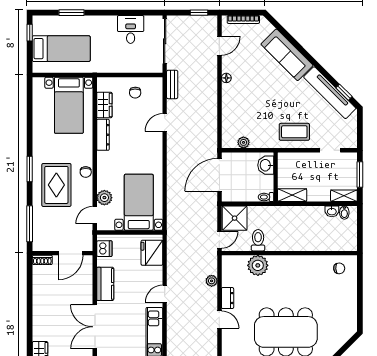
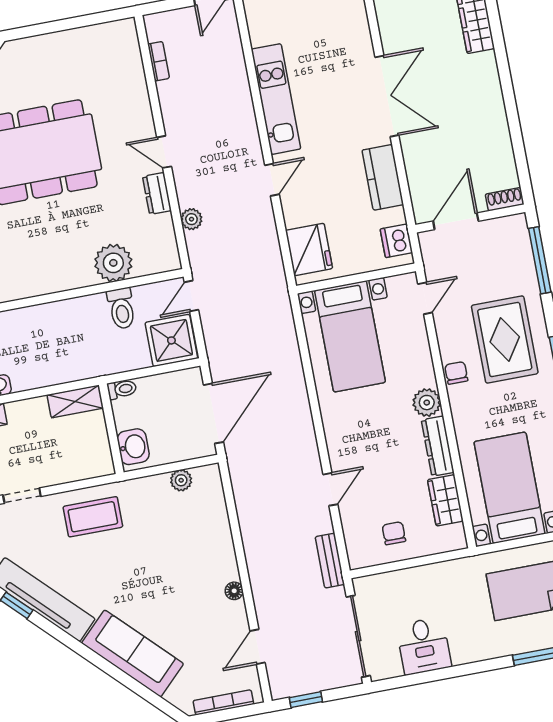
plant: (104, 198) -> (427, 403), moved

